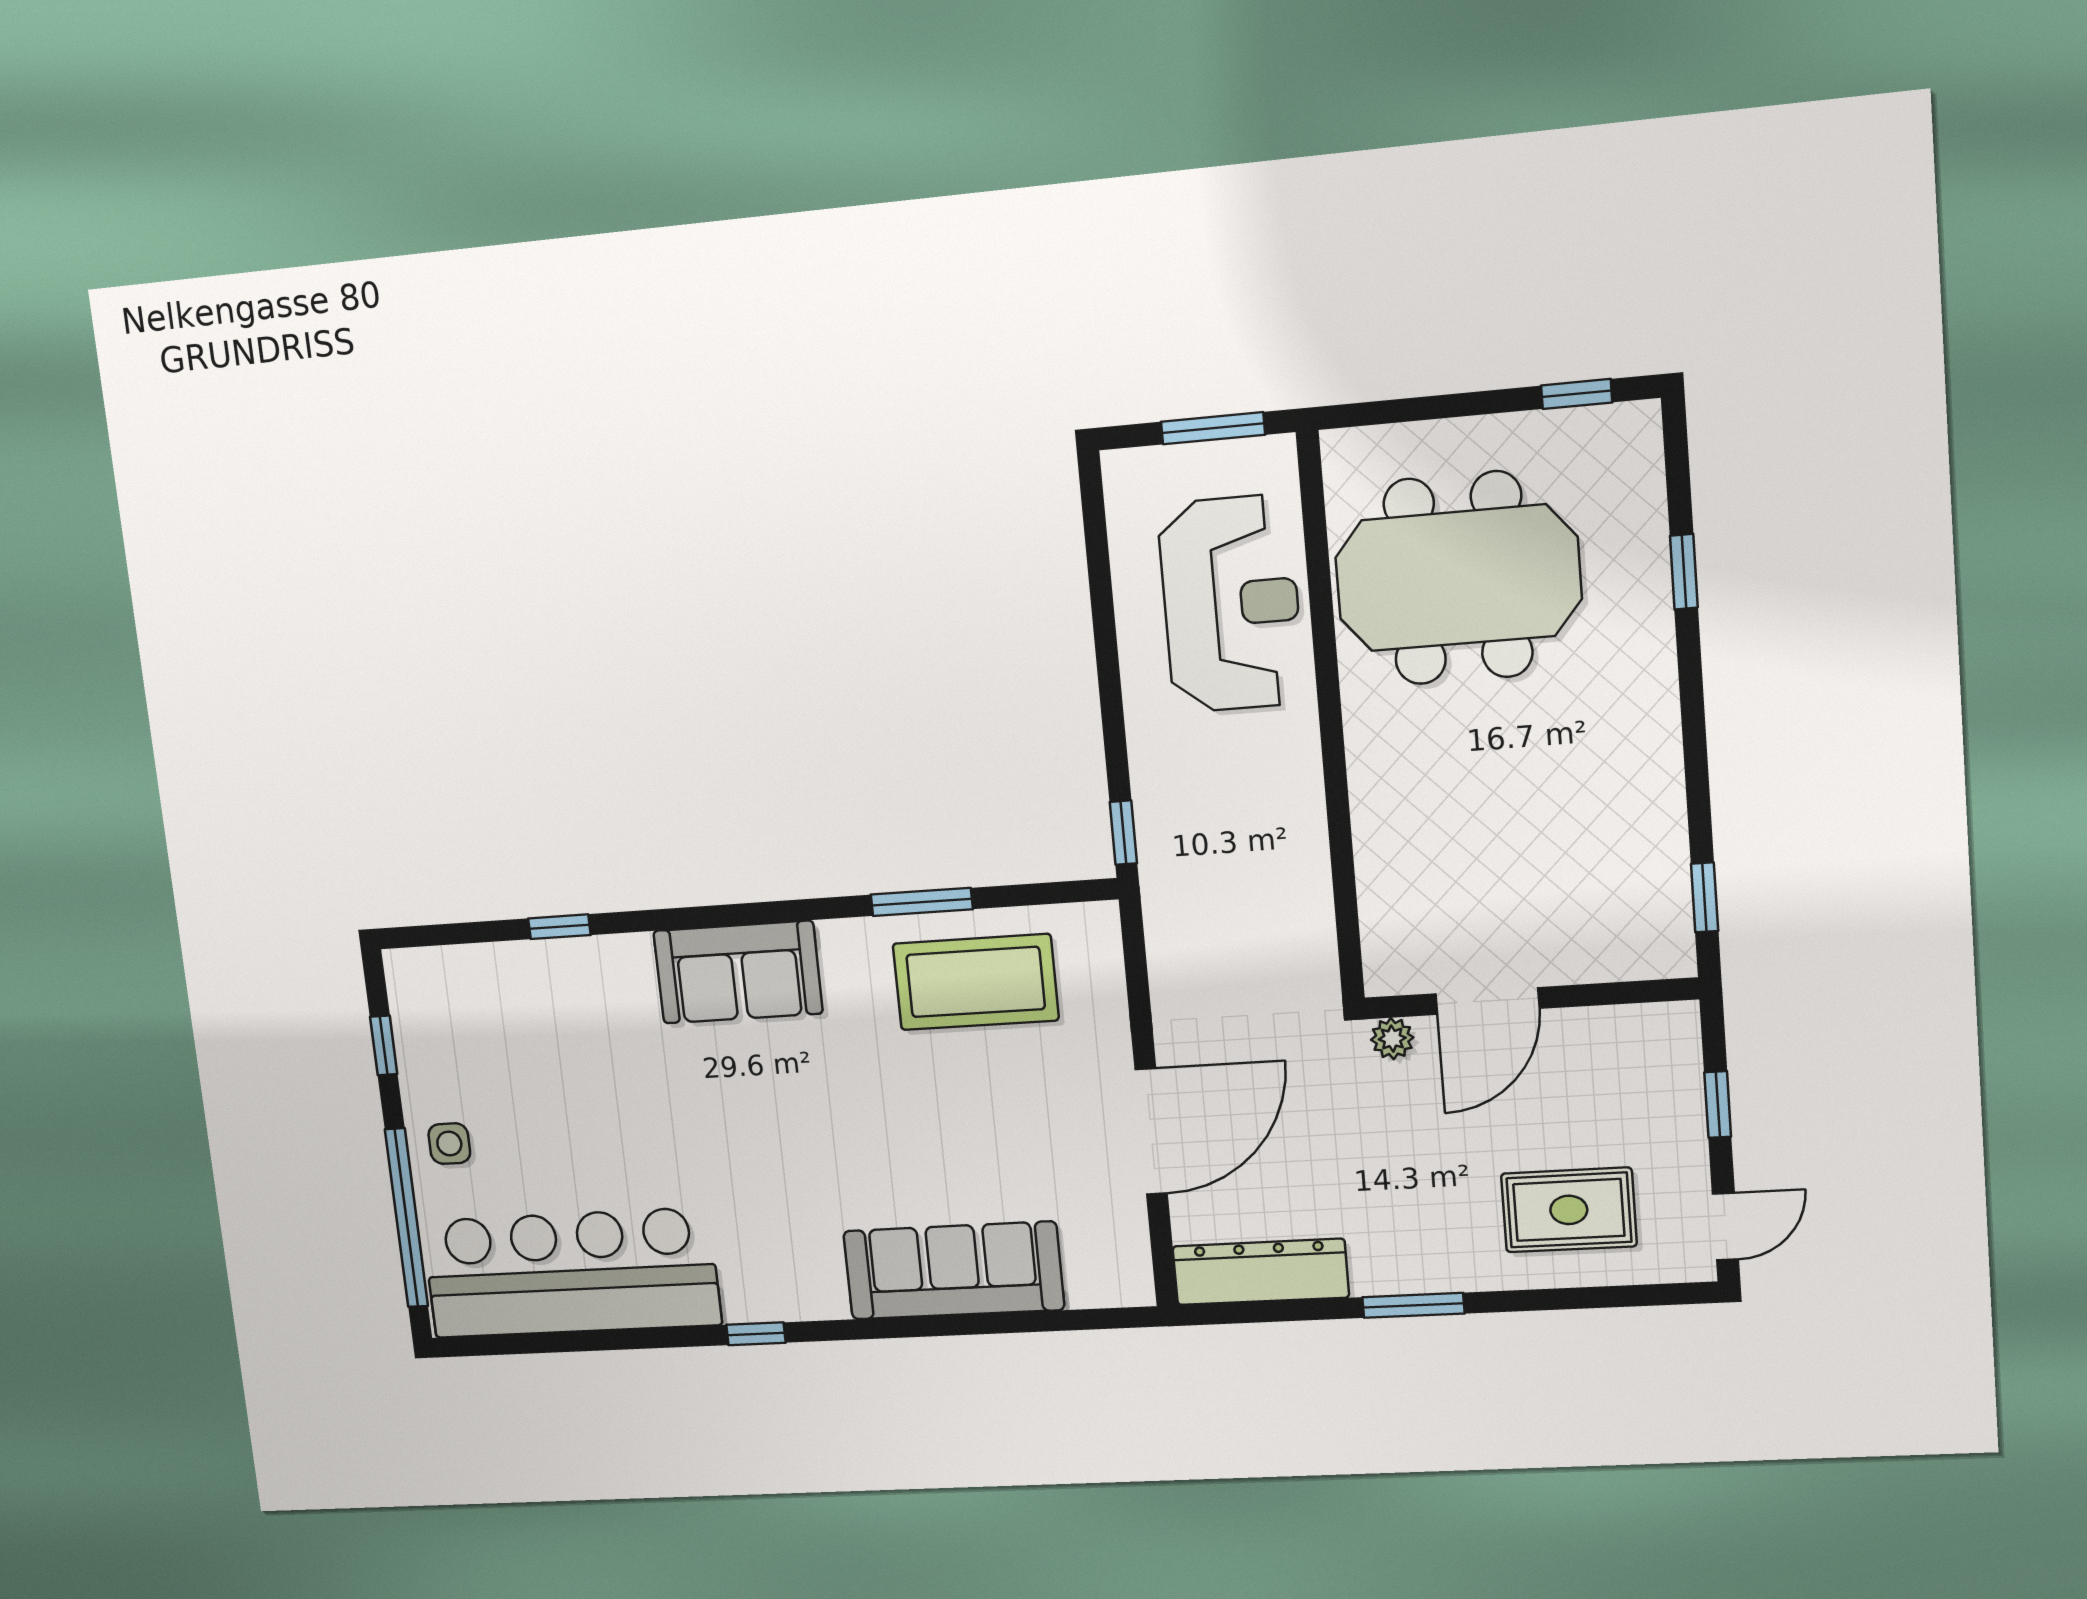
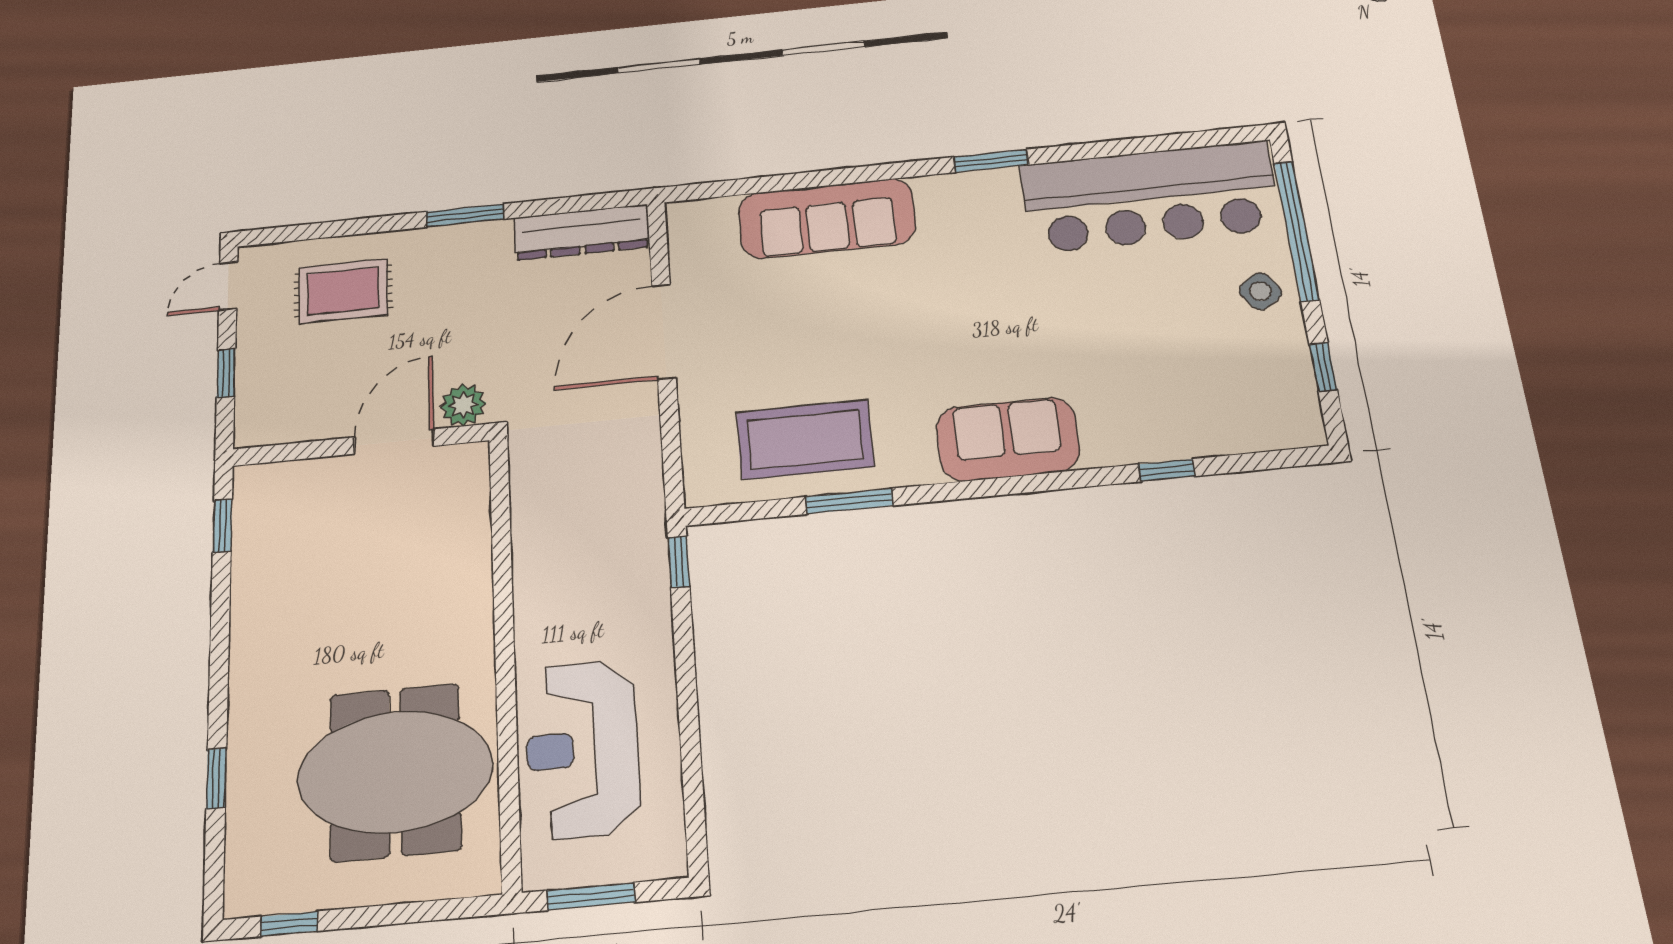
plant: (1392, 1039) -> (463, 405), width x1.38, depth x1.38
side table: (449, 1144) -> (1260, 291), turned -34
window: (756, 1334) -> (991, 161), width x1.50

